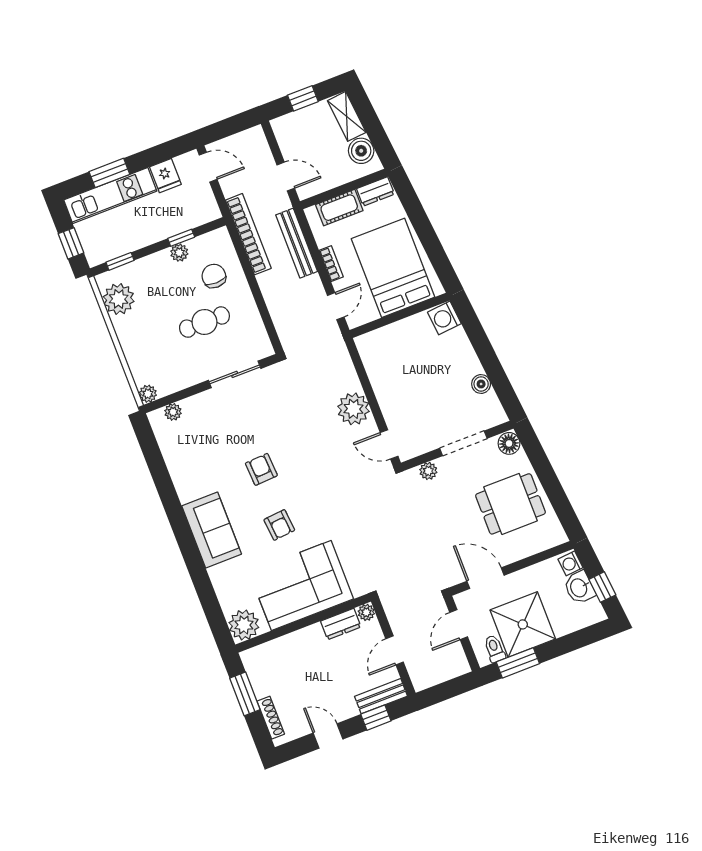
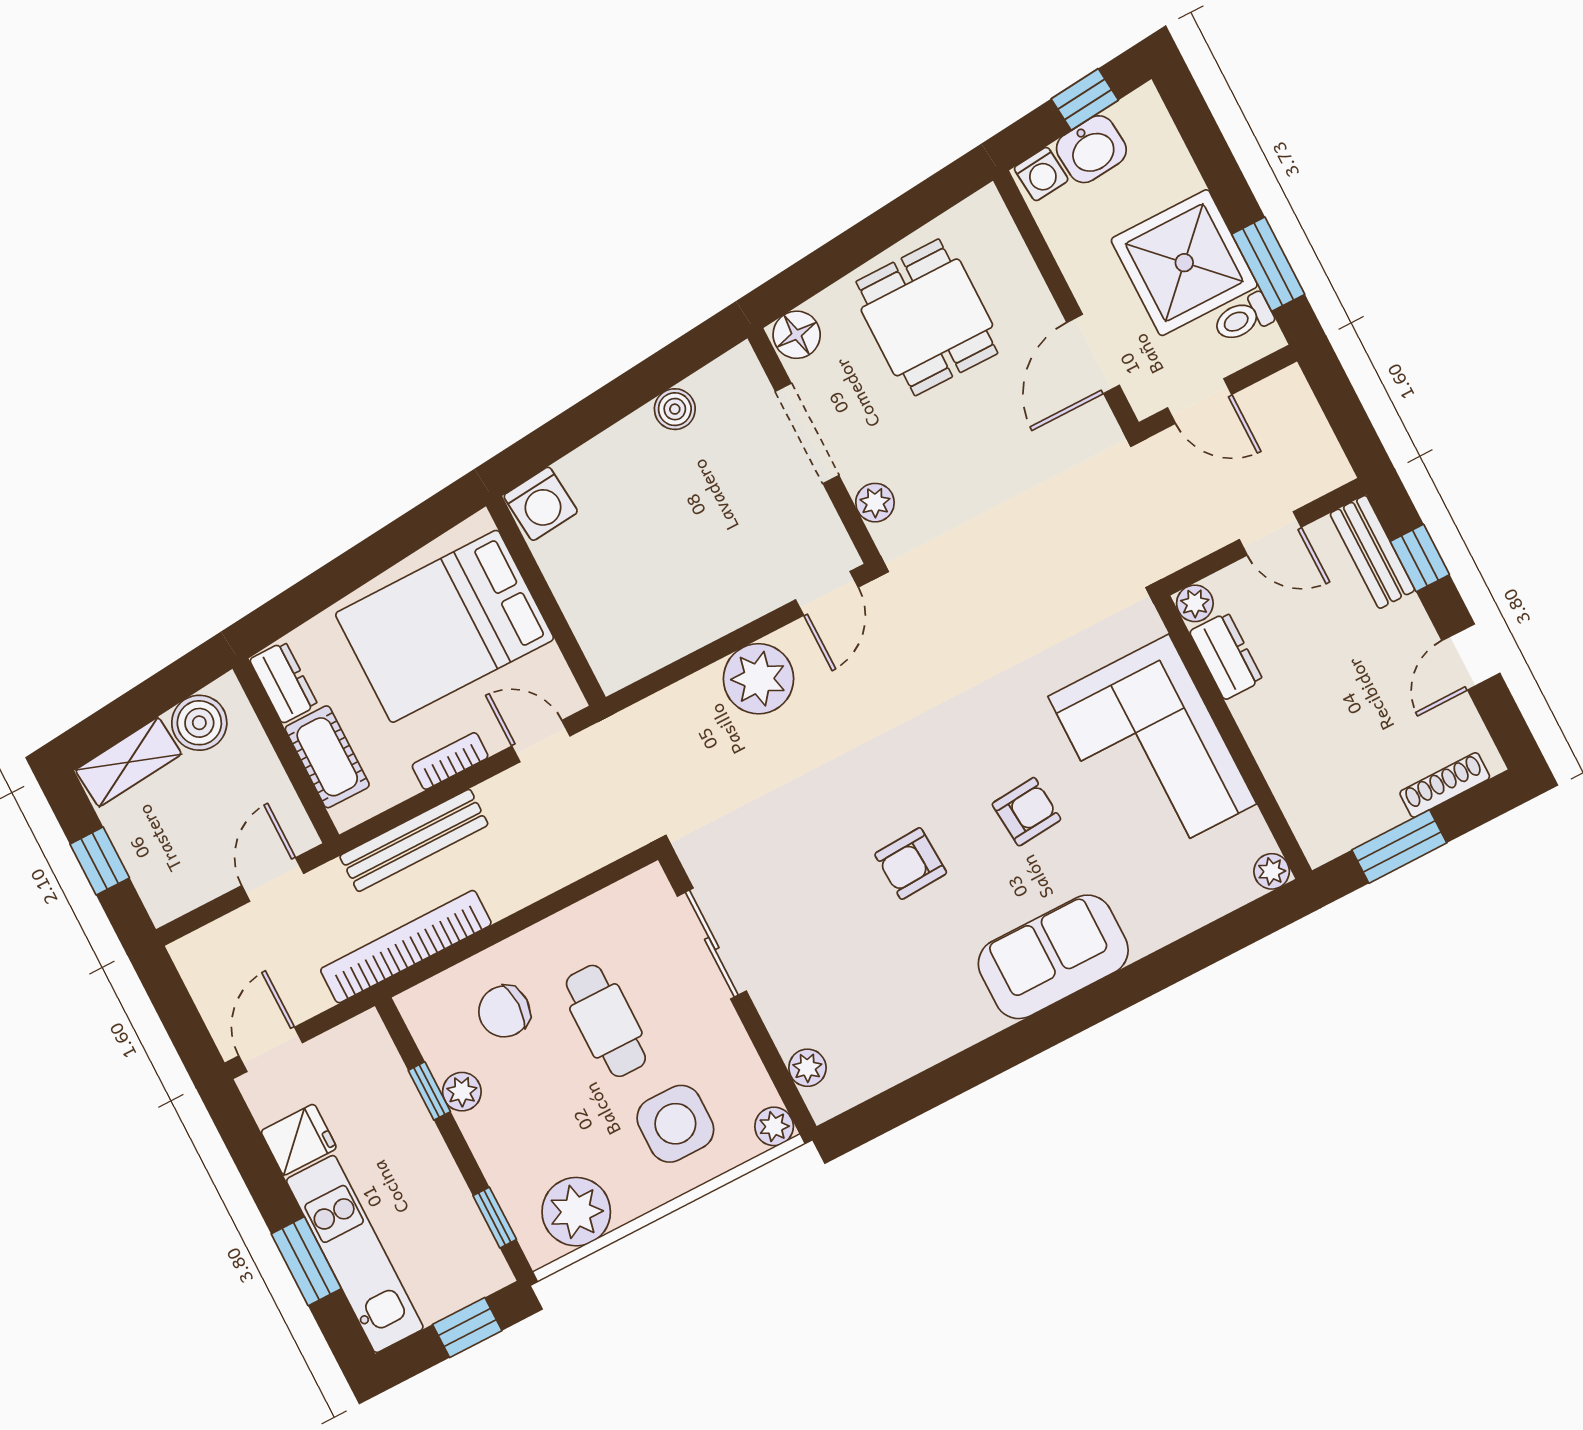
side table: (154, 349) -> (675, 1124), added
plant: (244, 625) -> (1272, 871), width x0.53, depth x0.53

